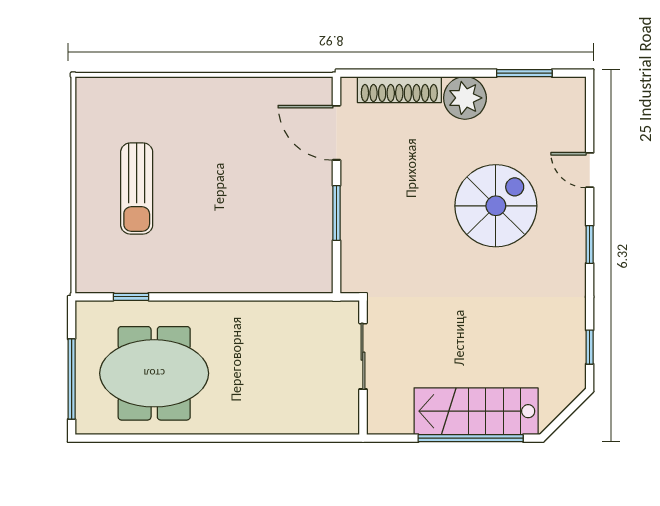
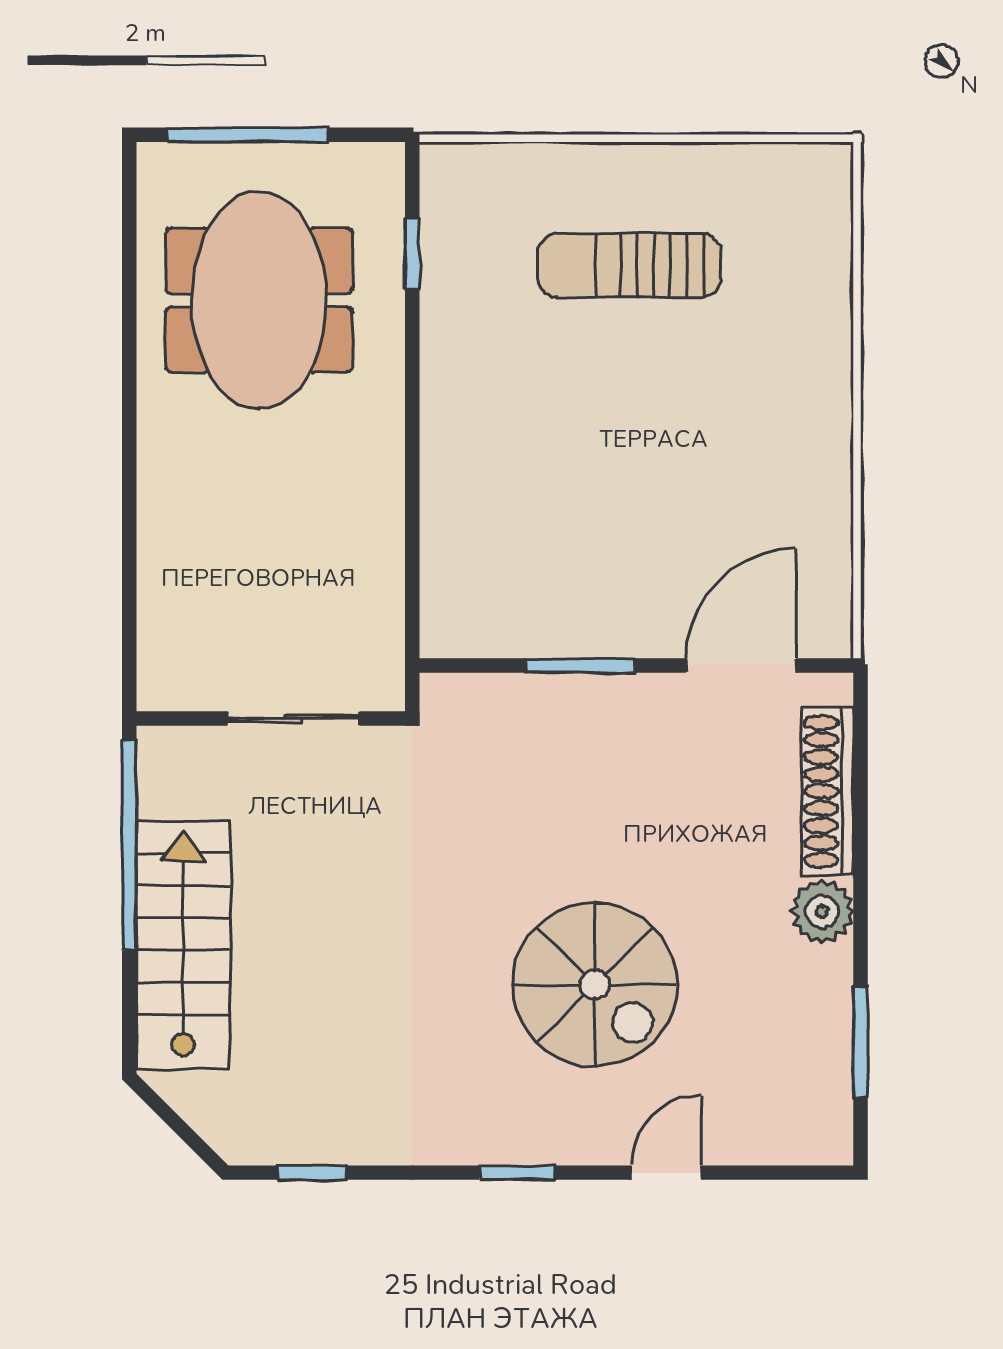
plant: (465, 98) -> (822, 912), width x0.73, depth x0.73
window: (471, 438) -> (129, 845), moved

